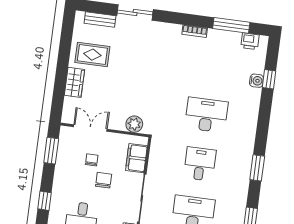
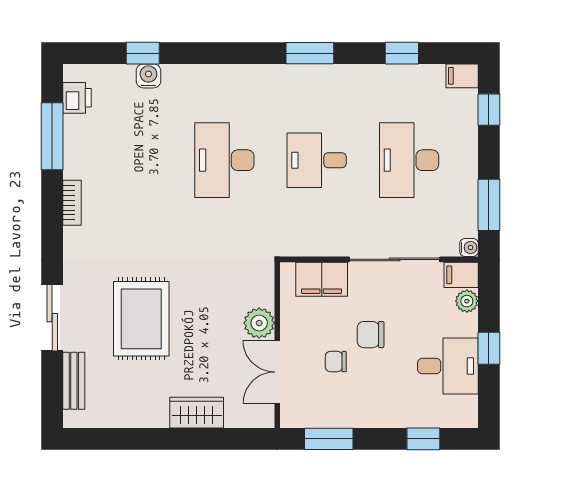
rug: (92, 55) -> (141, 319), moved, width x1.36, depth x1.43
plant: (134, 124) -> (259, 323), moved

